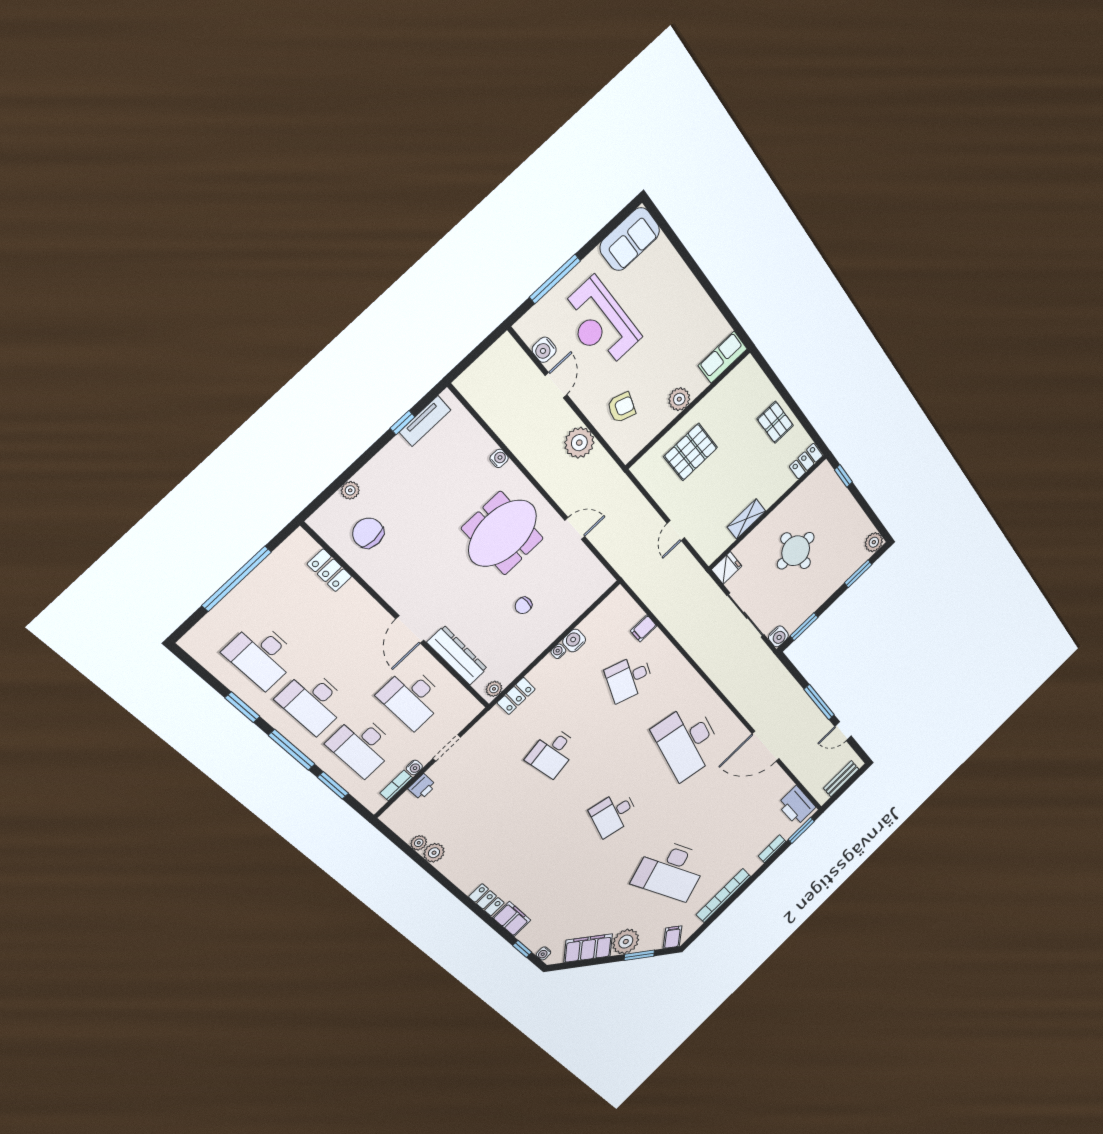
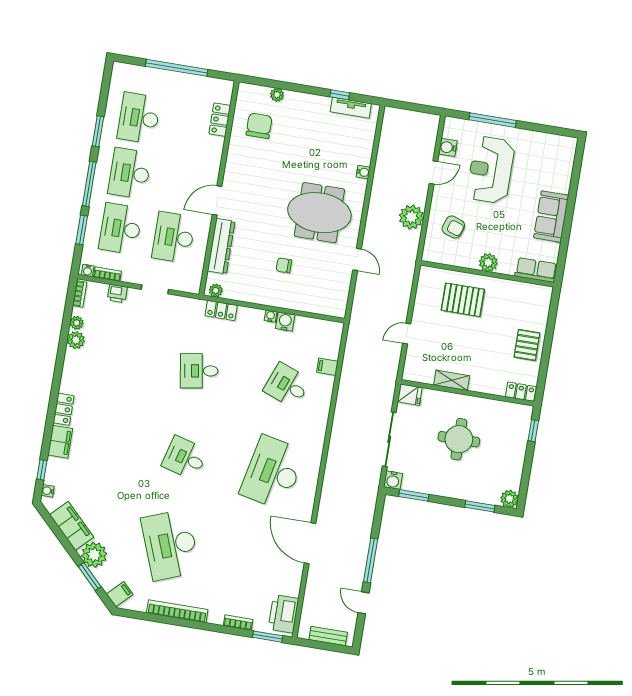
sofa: (630, 239) -> (551, 217), moved, turned 90
water cooler: (414, 767) -> (88, 271), moved
bookcase: (394, 824) -> (80, 294), added

